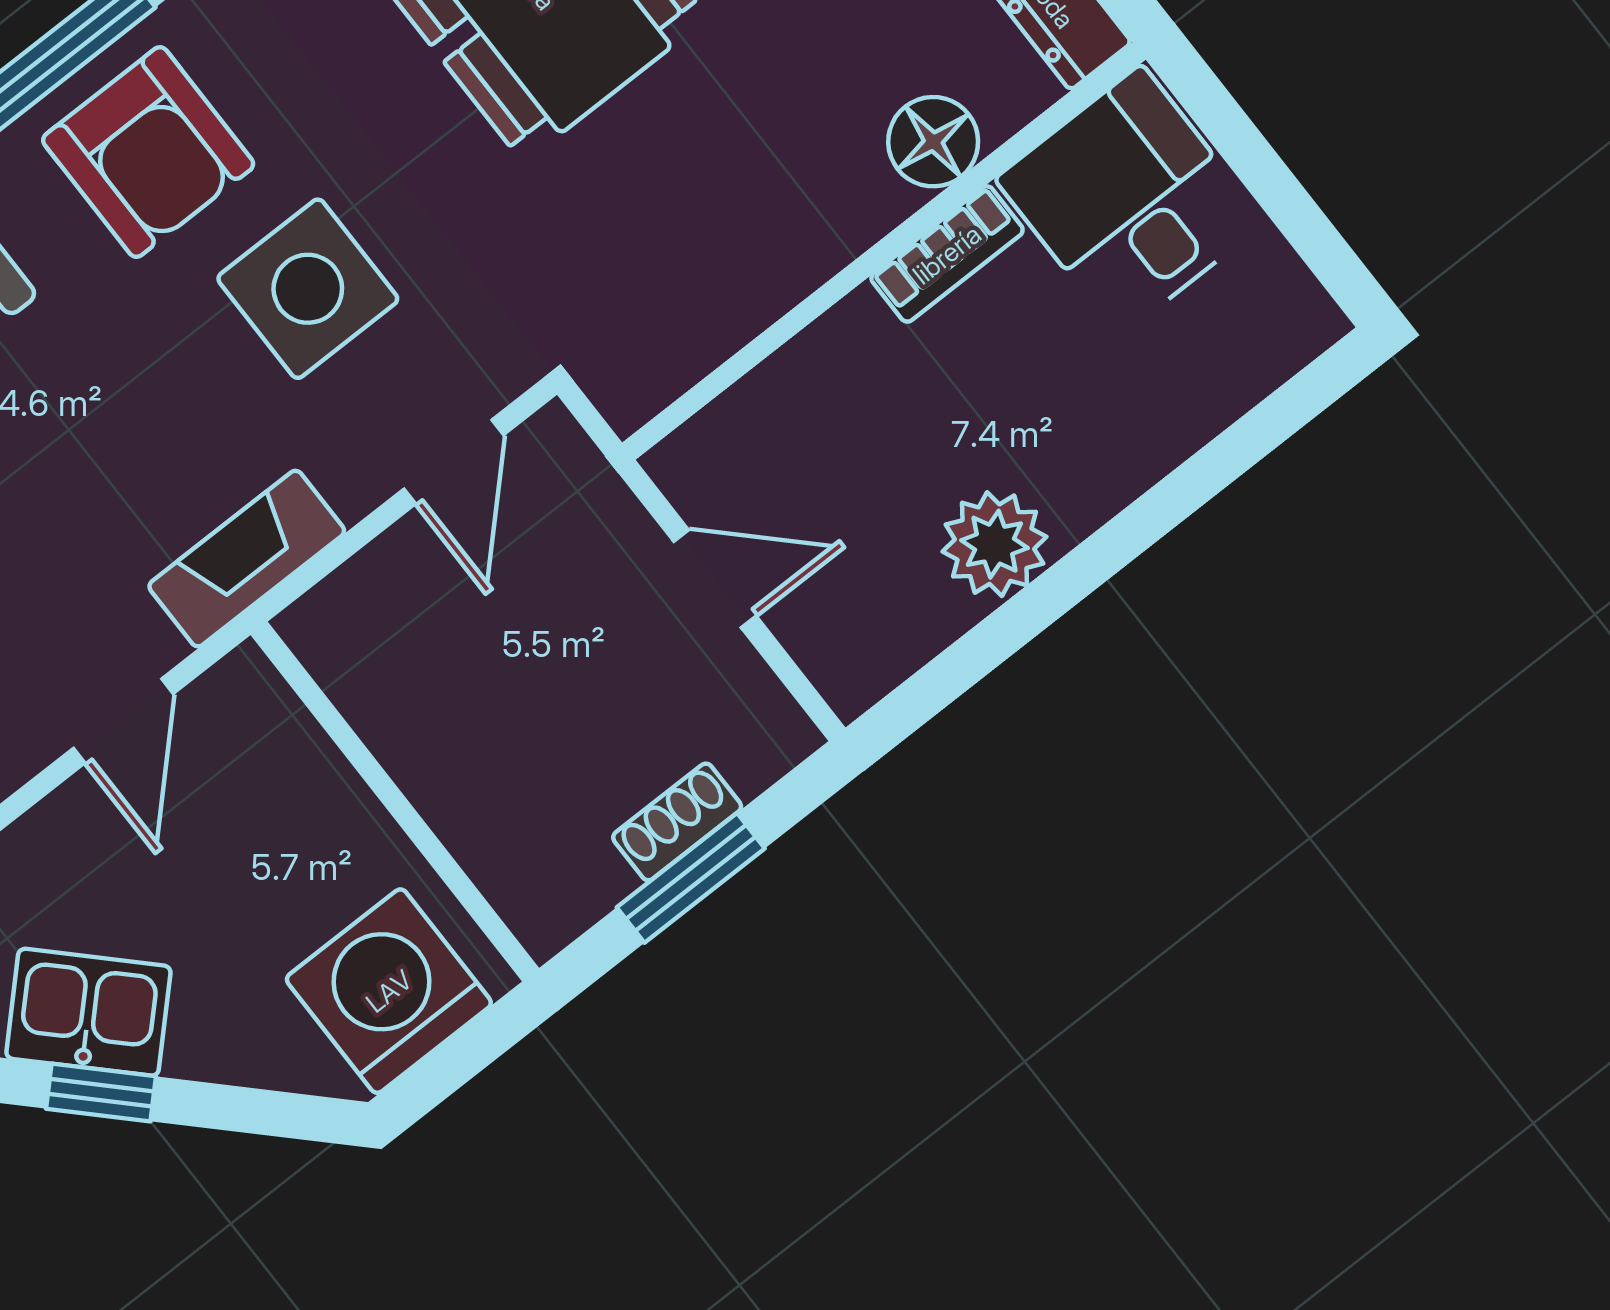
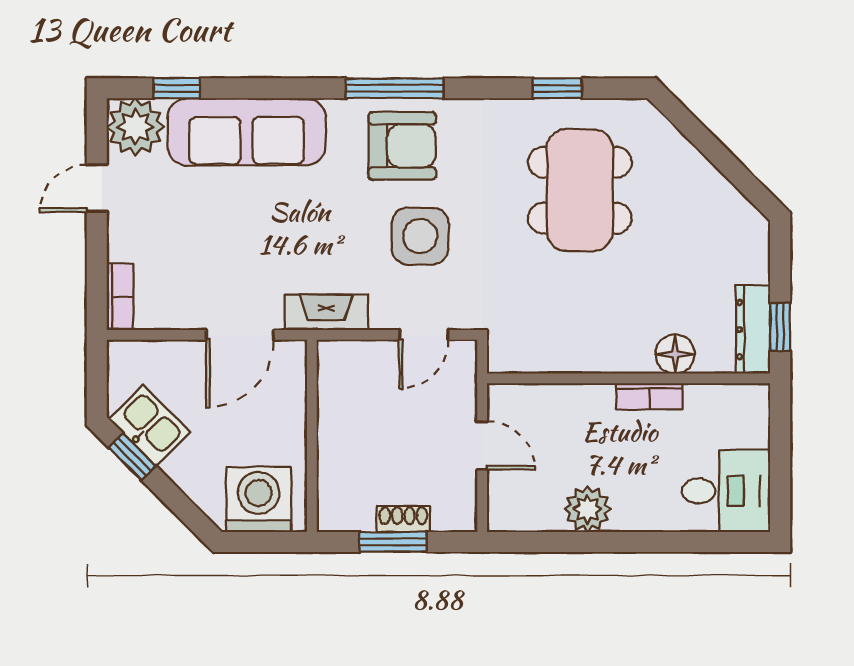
armchair: (148, 152) -> (402, 146), turned -90
desk: (1130, 201) -> (726, 491), moved, turned 90
door: (123, 721) -> (240, 335), width x1.38

